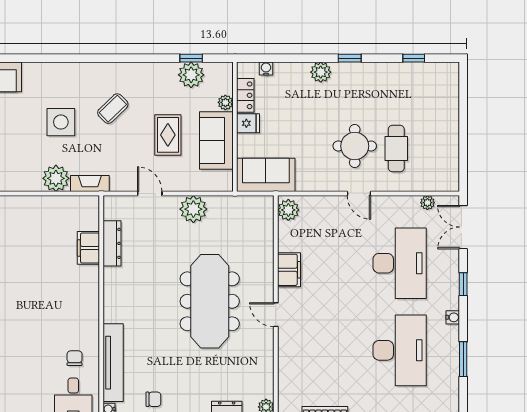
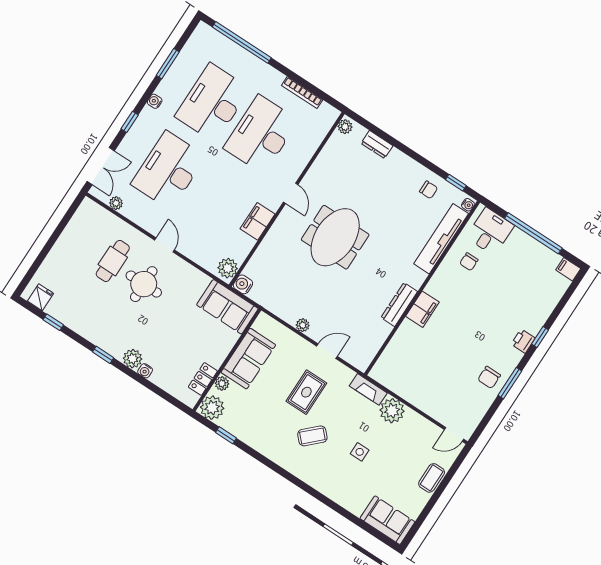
water cooler: (266, 69) -> (145, 371), moved
plant: (191, 75) -> (212, 408), moved
side table: (61, 122) -> (360, 452), width x0.54, depth x0.54
fridge: (248, 123) -> (41, 297), moved, turned 90
rug: (168, 135) -> (306, 392), moved
door: (150, 194) -> (327, 351), swing flipped
water cooler: (265, 204) -> (243, 284), added
plant: (193, 209) -> (303, 325), width x0.53, depth x0.53
dresser: (112, 243) -> (399, 305), moved
filing cabinet: (88, 248) -> (422, 309), moved
meeting table: (210, 301) -> (335, 237), width x0.73
desk: (337, 350) -> (261, 134), added
chair: (153, 399) -> (429, 190), turned 180

